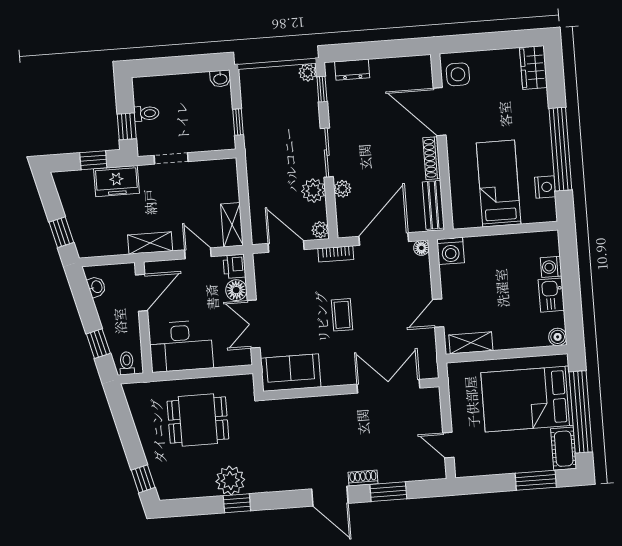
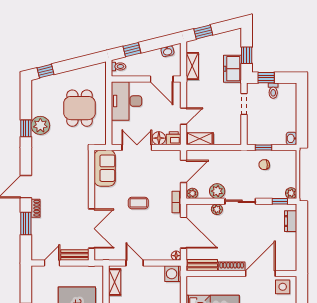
chair: (265, 119) -> (264, 165), added
shelving: (150, 243) -> (192, 66), moved
bench: (433, 409) -> (75, 255), added

